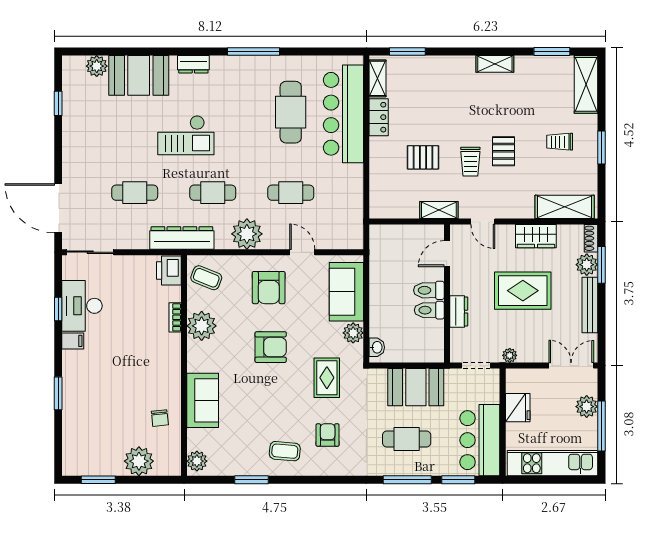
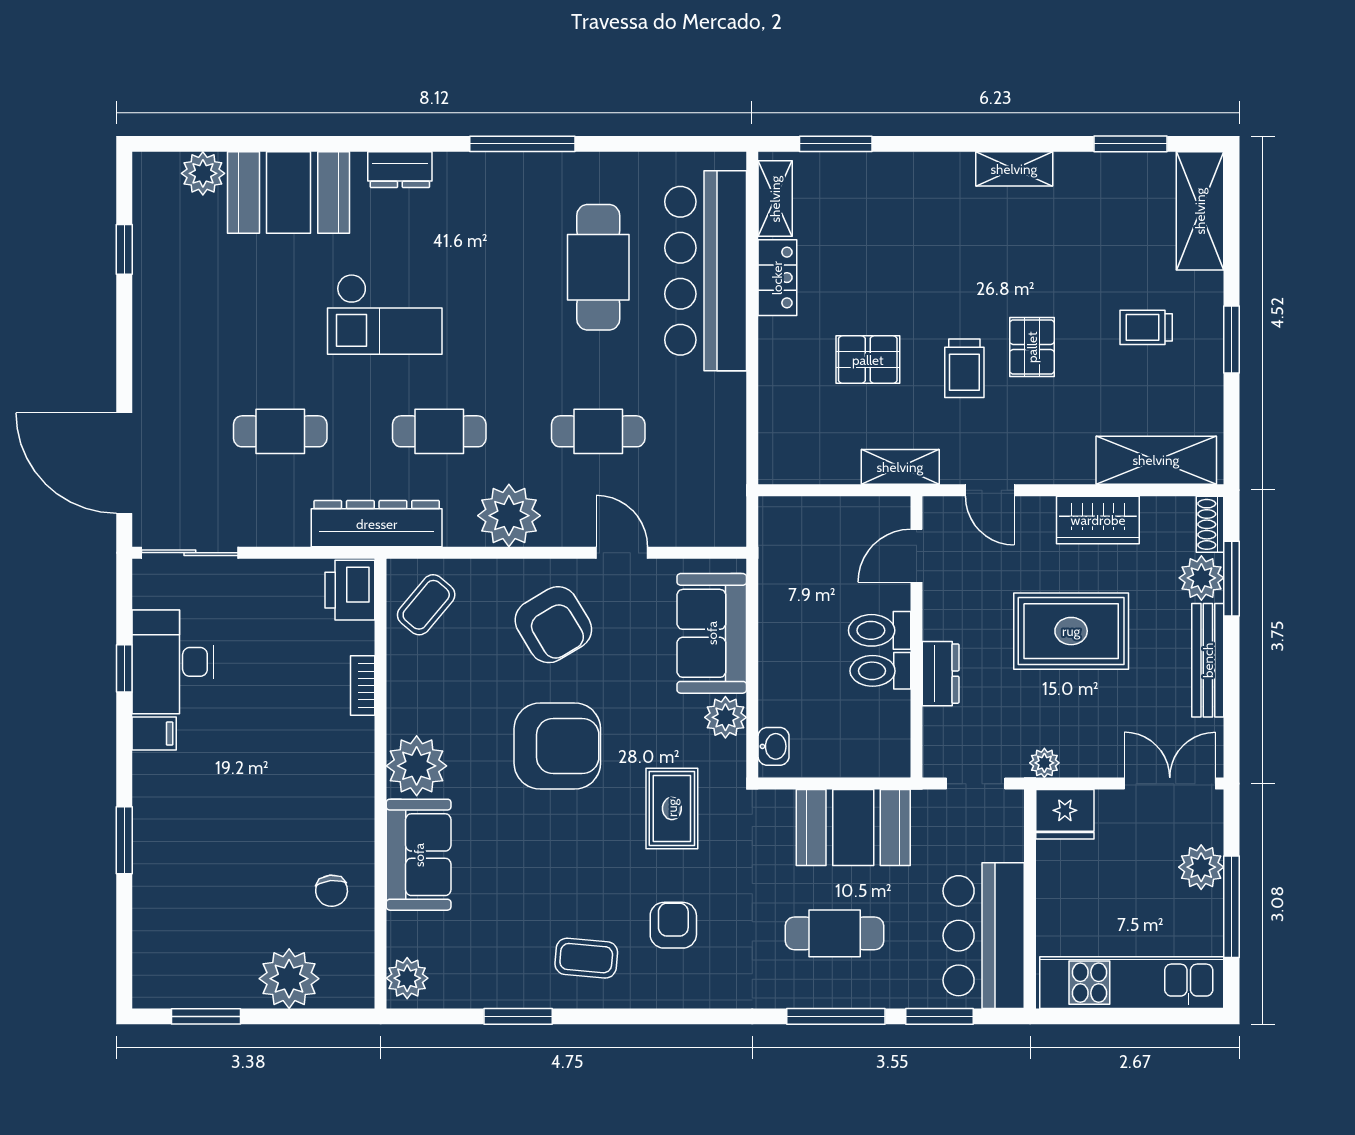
coffee table: (206, 278) -> (426, 605), turned -72
armchair: (269, 288) -> (553, 625), turned -31
plant: (202, 326) -> (417, 766), moved
armchair: (271, 347) -> (557, 746), width x1.36, depth x1.36
fridge: (518, 408) -> (1065, 814), moved, turned 90

